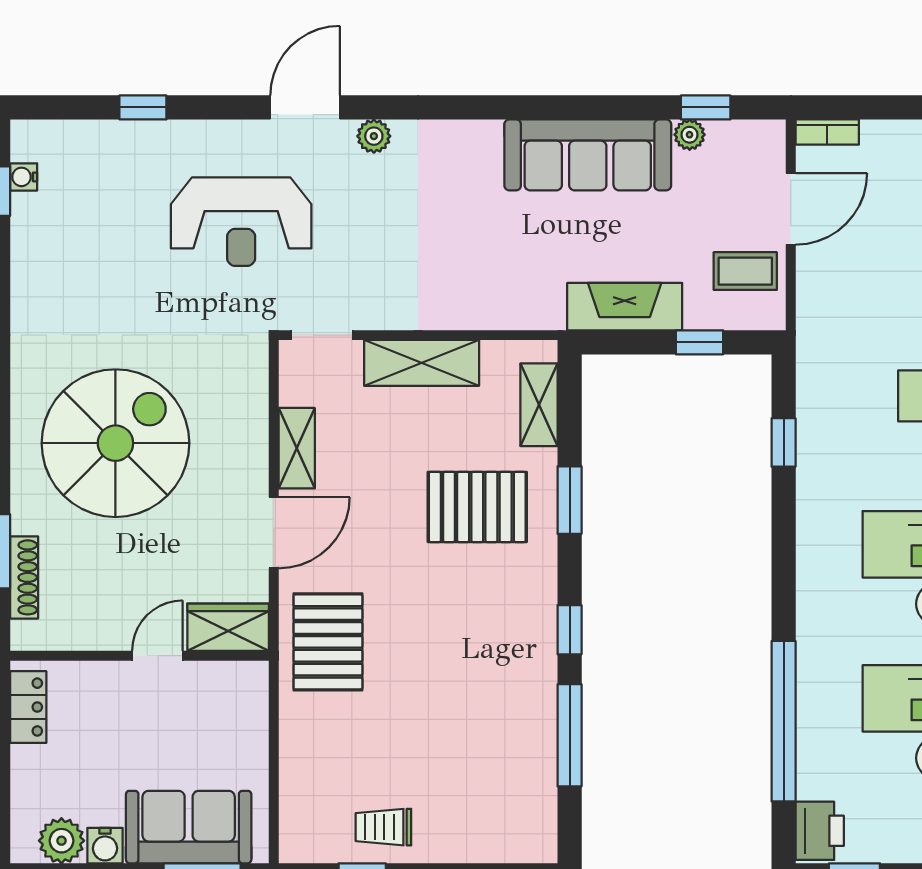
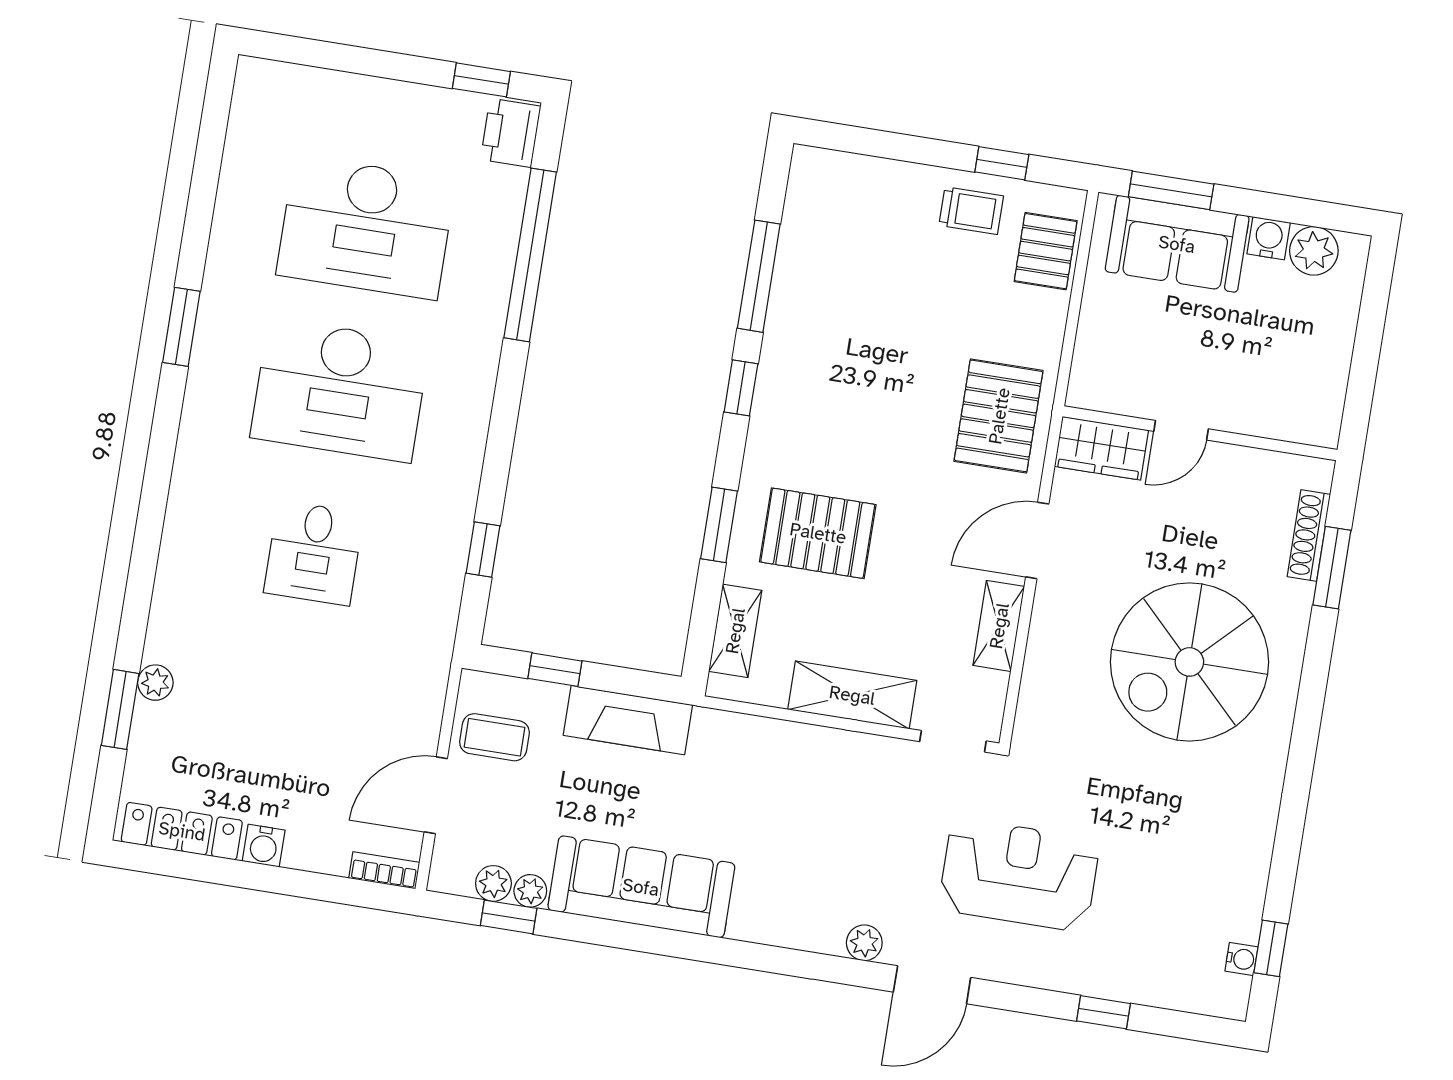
plant: (725, 136) -> (493, 883), added
locker: (28, 707) -> (1326, 398), removed
pallet: (309, 801) -> (1046, 251), added

